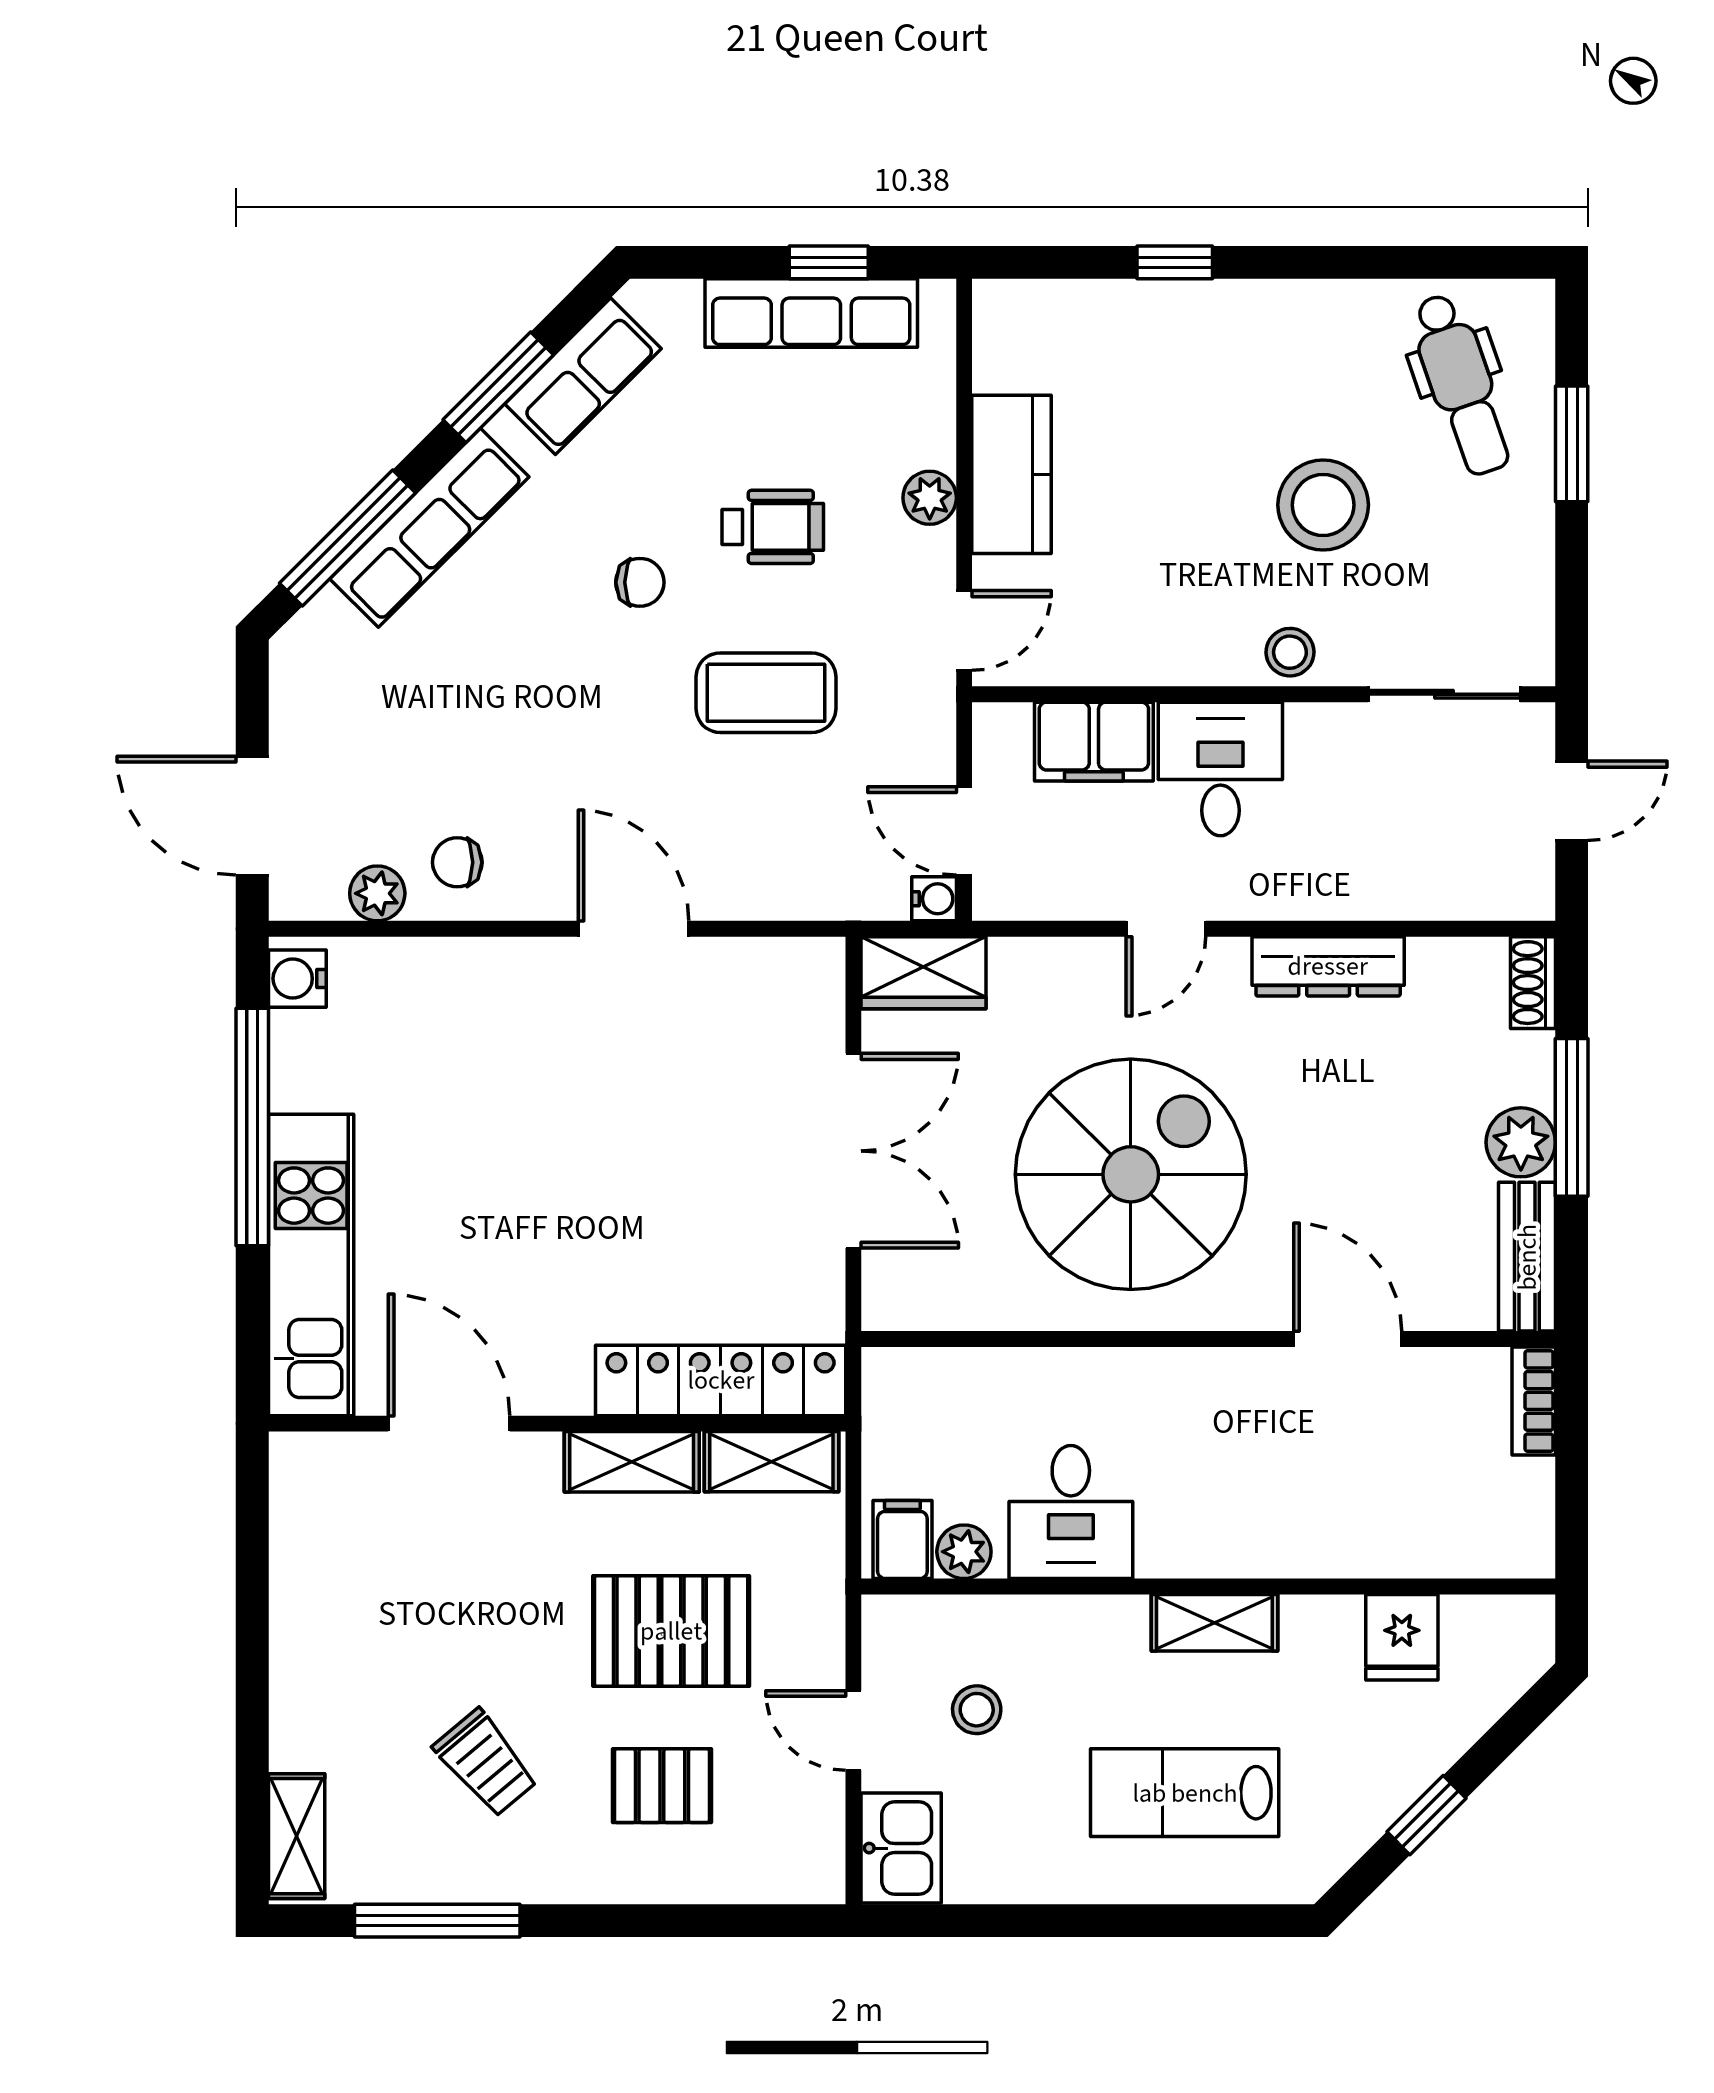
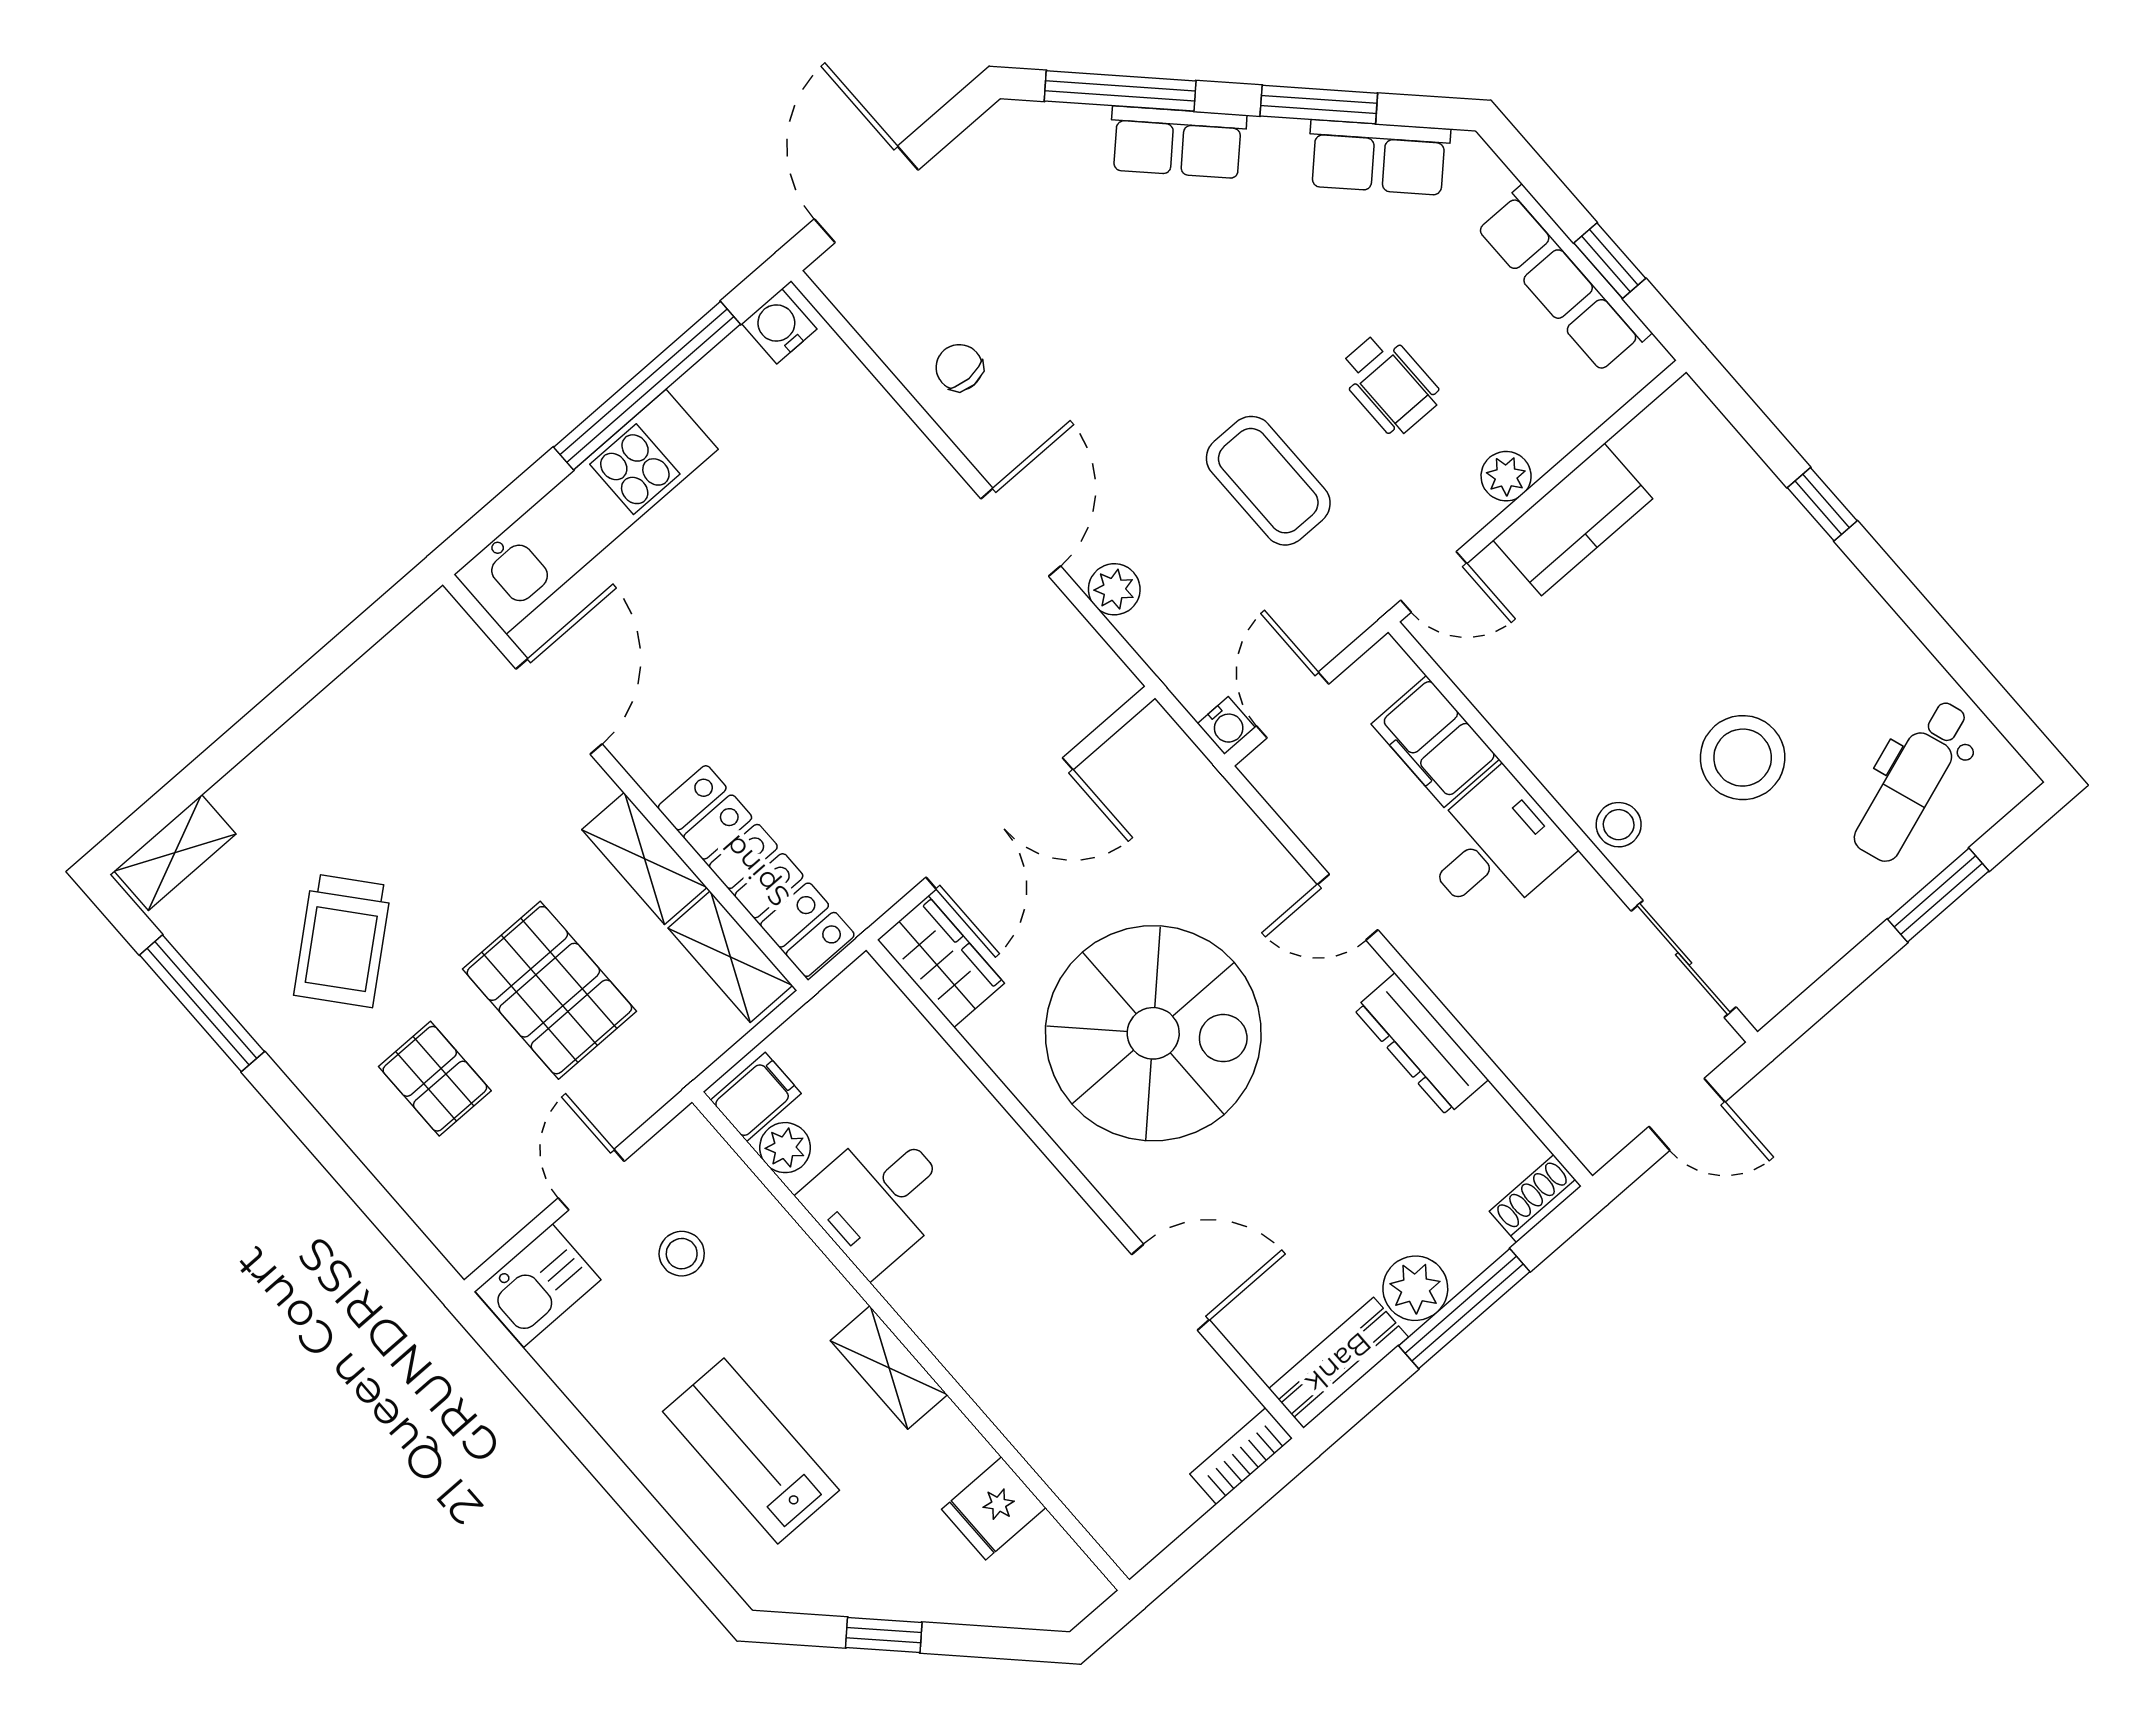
row of seats: (429, 528) -> (1178, 142), width x0.68
chair: (640, 582) -> (1269, 324), removed
plant: (377, 893) -> (1114, 589), moved
wardrobe: (923, 973) -> (941, 961), moved, turned 180
door: (1348, 1339) -> (1171, 1287), hinge flipped
trolley: (486, 1763) -> (343, 941), width x1.36, depth x1.39

